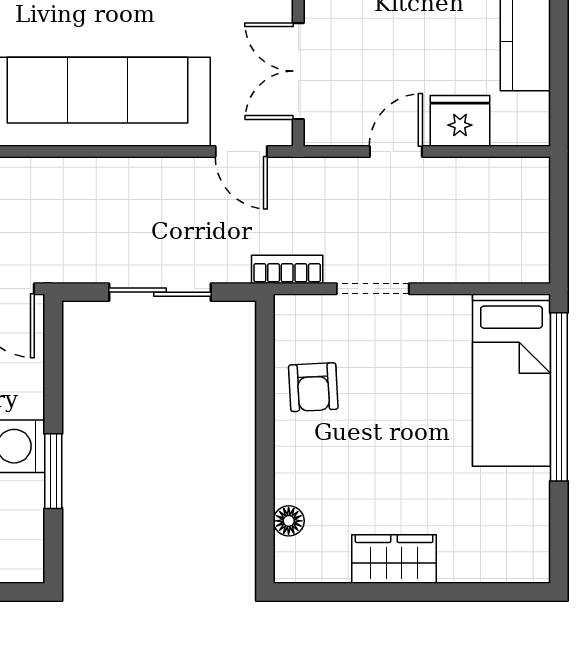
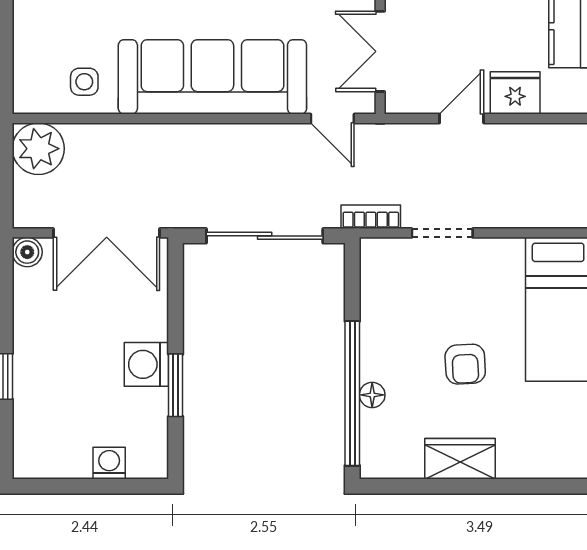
sliding door: (160, 292) -> (265, 236), width x1.37
armchair: (313, 387) -> (465, 364), moved
window: (265, 481) -> (352, 393), added
floor lamp: (289, 521) -> (372, 395), moved

